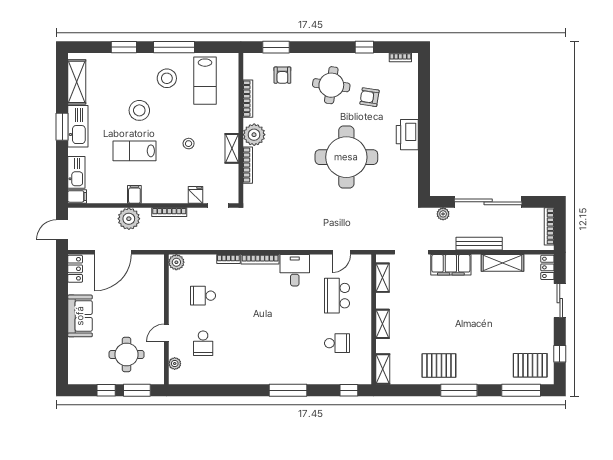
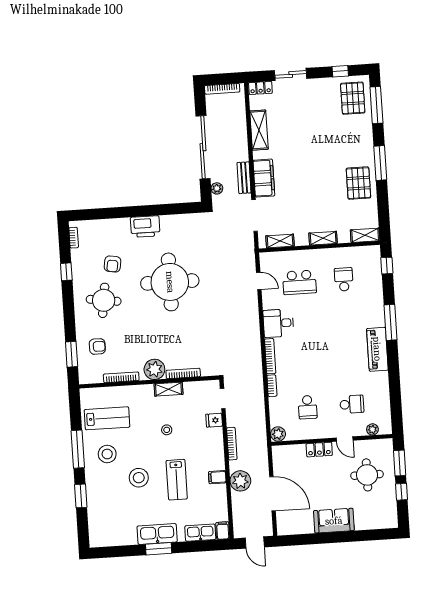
shelving: (77, 82) -> (116, 538), removed
bench: (479, 244) -> (244, 178), moved, width x0.73
locker: (75, 269) -> (319, 450), moved, turned 180
piano: (260, 374) -> (377, 349), added

